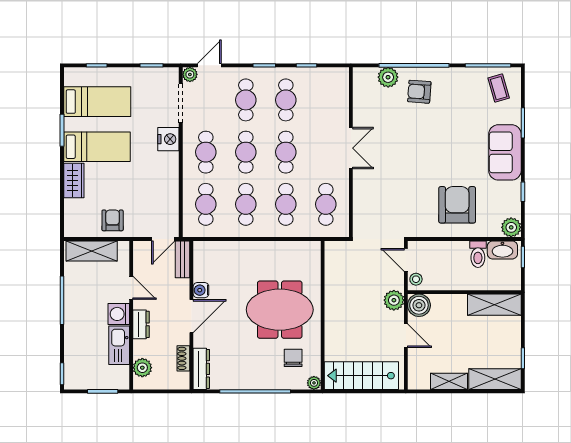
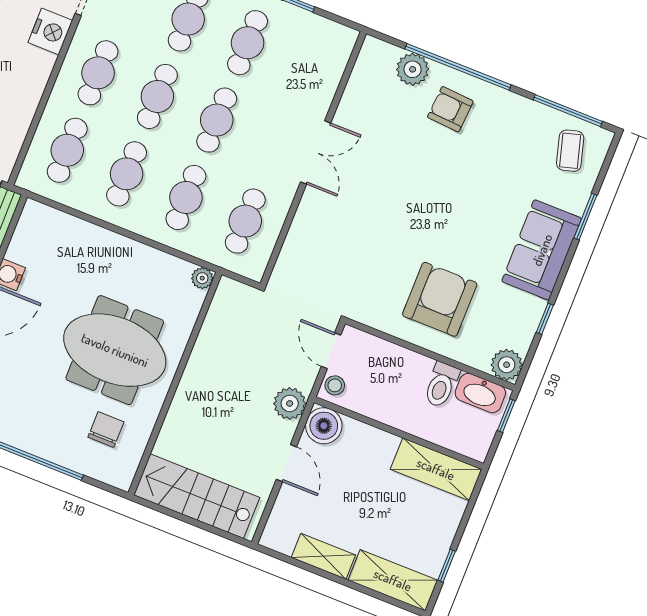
plant: (314, 383) -> (202, 278), moved

